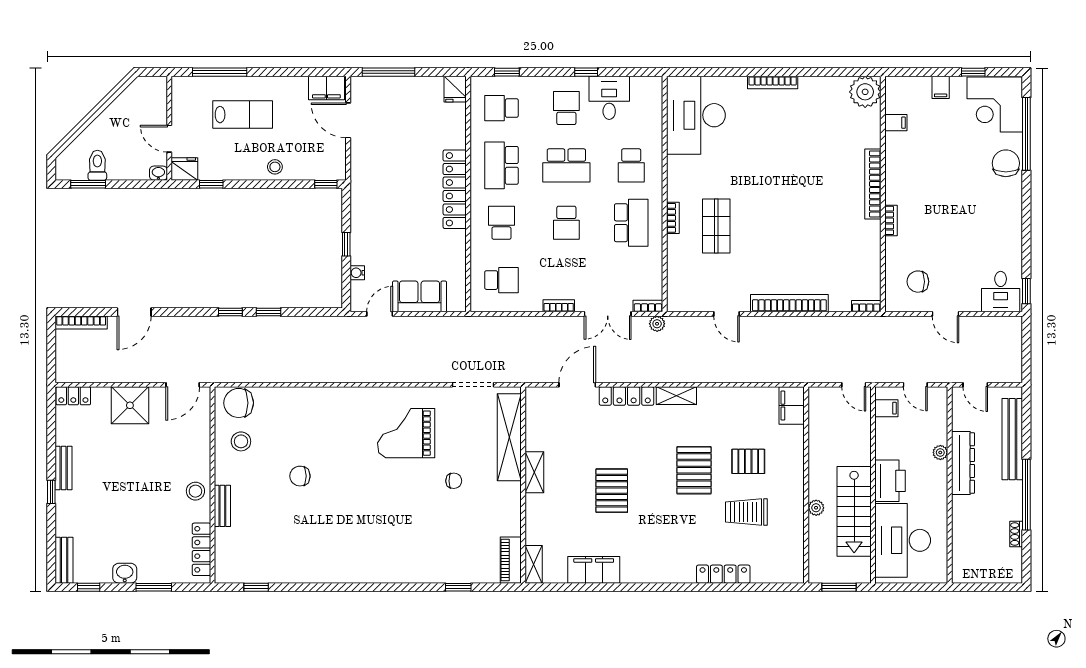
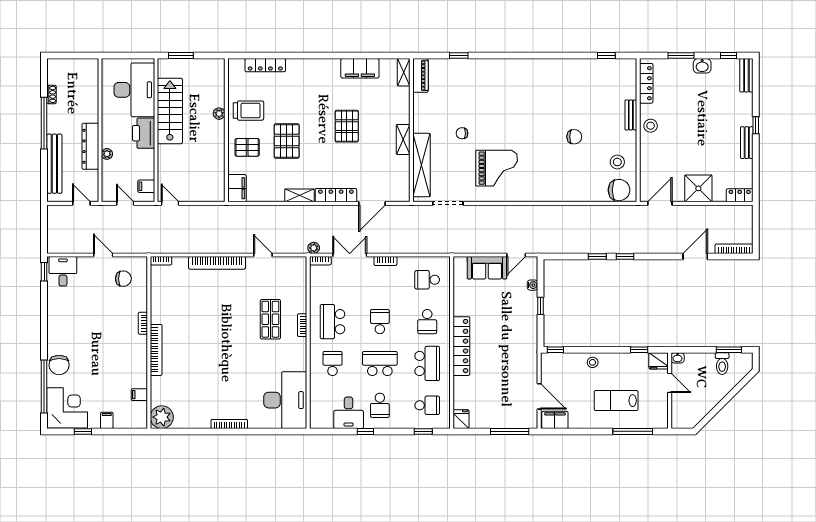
filing cabinet: (792, 406) -> (237, 188), moved
wall: (806, 485) -> (226, 130), moved
plant: (816, 508) -> (219, 114), moved

